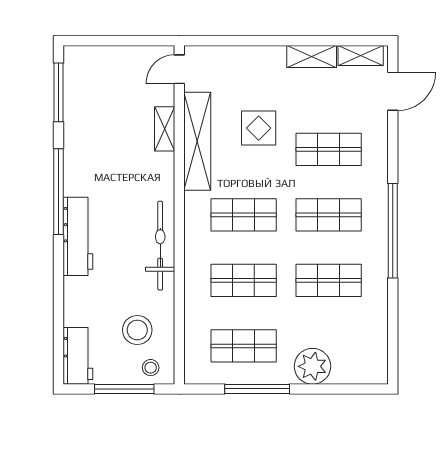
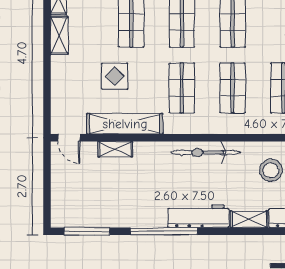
shelving: (74, 301) -> (249, 219), added

